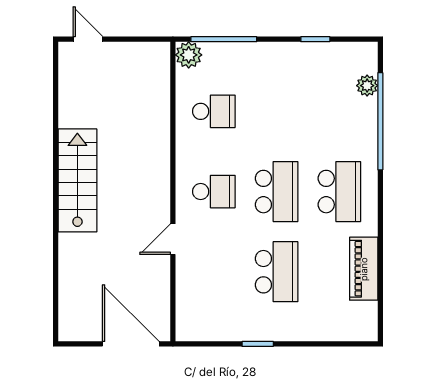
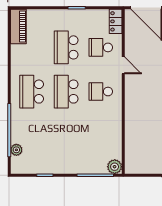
school desk: (214, 111) -> (101, 47), moved
door: (173, 239) -> (123, 65), hinge flipped
piano: (364, 269) -> (18, 26), moved
locker: (187, 319) -> (116, 21), added

